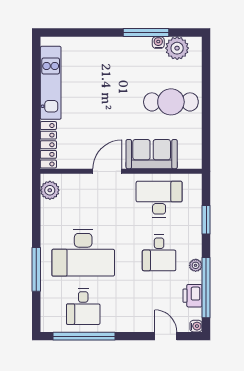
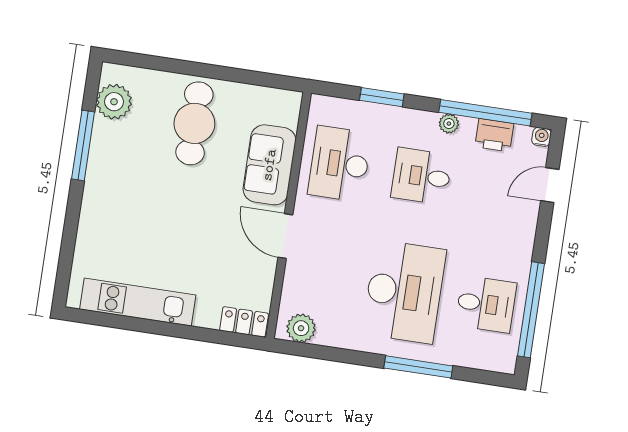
water cooler: (158, 43) -> (101, 129), removed
locker: (48, 145) -> (244, 322), width x0.66
desk: (159, 253) -> (422, 176), turned 180

